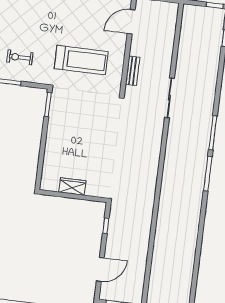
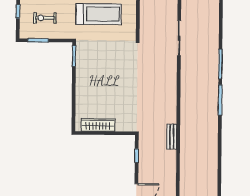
bench: (133, 71) -> (172, 137), moved
wardrobe: (72, 187) -> (98, 125), width x1.50

